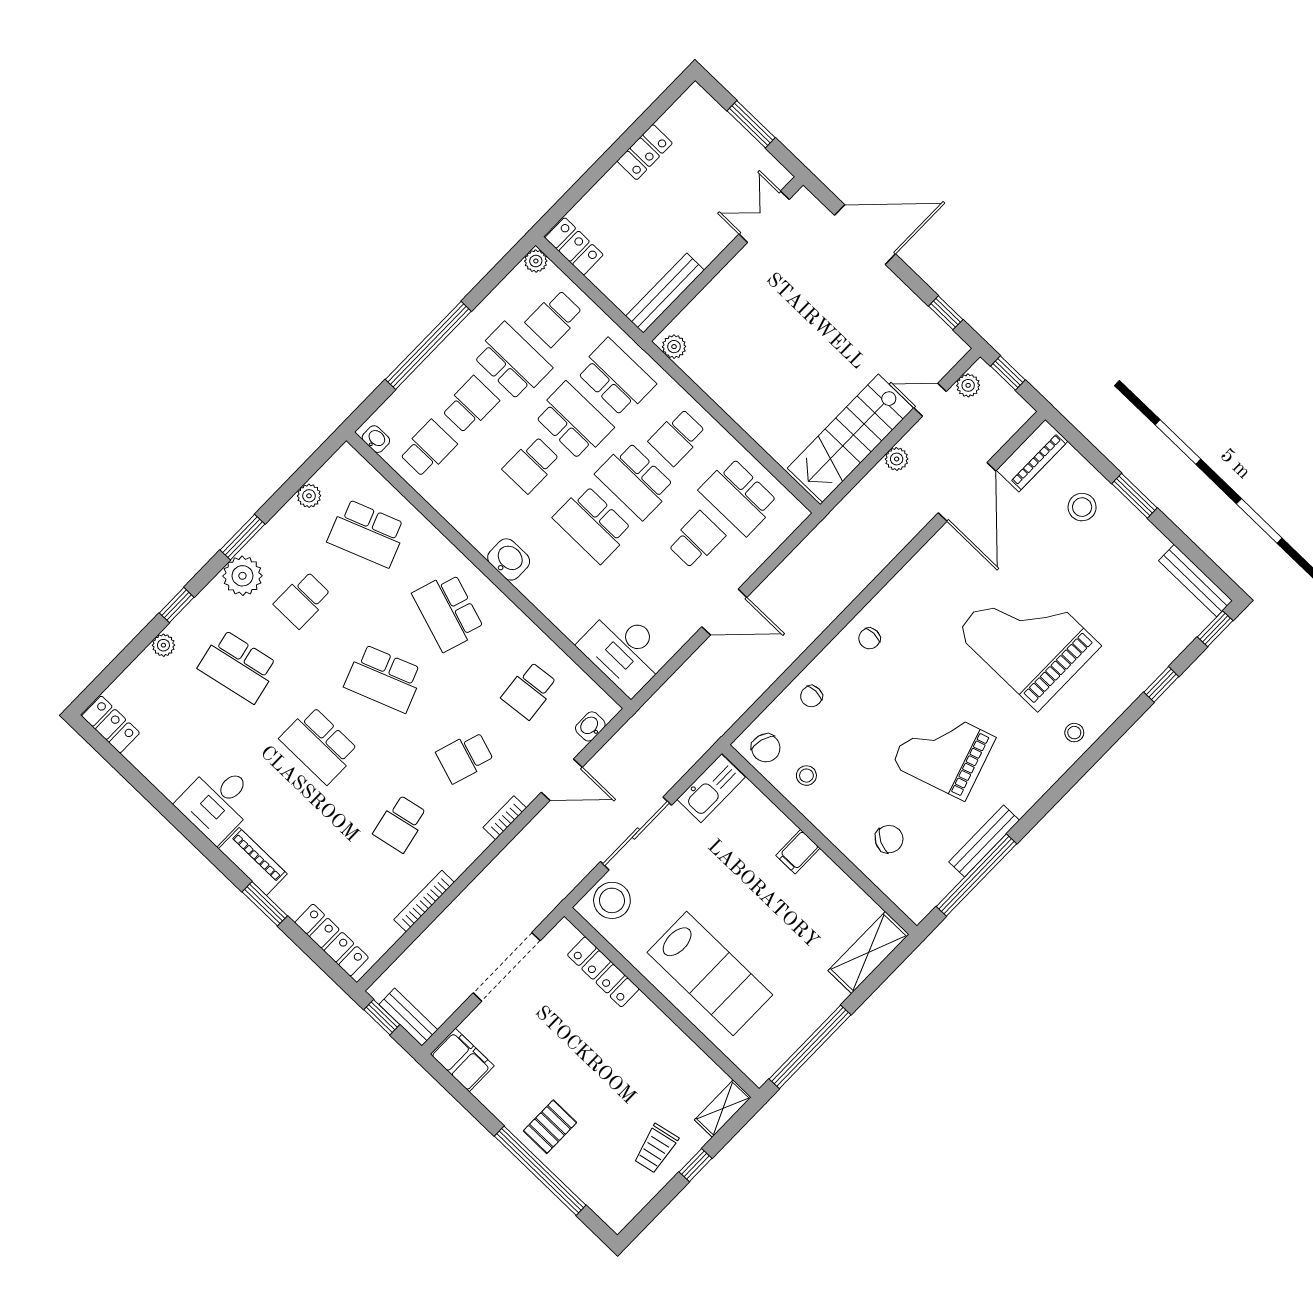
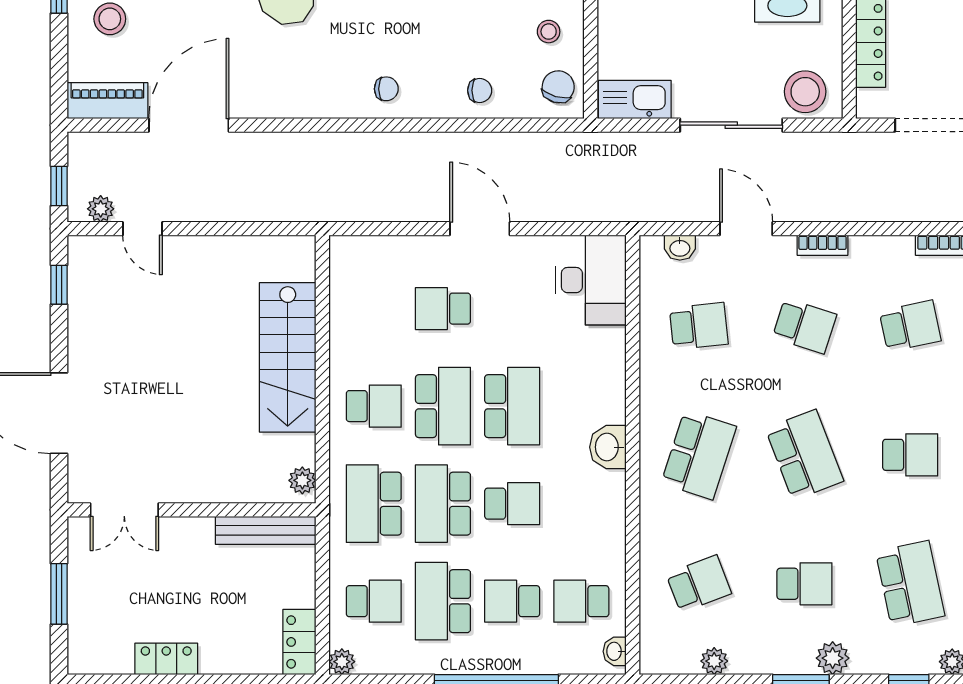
stairs: (850, 438) -> (288, 357), moved, turned 90
plant: (897, 459) -> (218, 209), removed
school desk: (739, 496) -> (374, 309), removed
school desk: (367, 533) -> (699, 584), width x0.54
plant: (242, 576) -> (833, 658), width x0.73, depth x0.73
school desk: (319, 745) -> (910, 455), width x0.54

